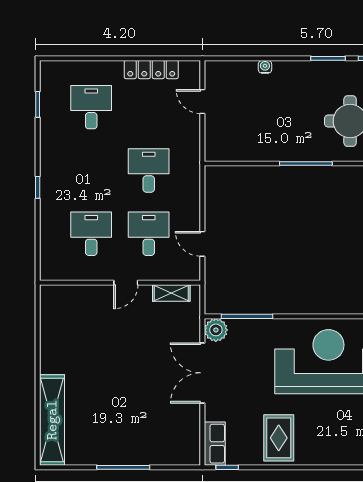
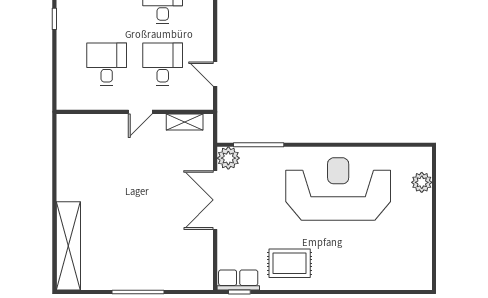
rug: (279, 438) -> (290, 263), turned 90
row of seats: (215, 444) -> (238, 280), moved, turned -90

